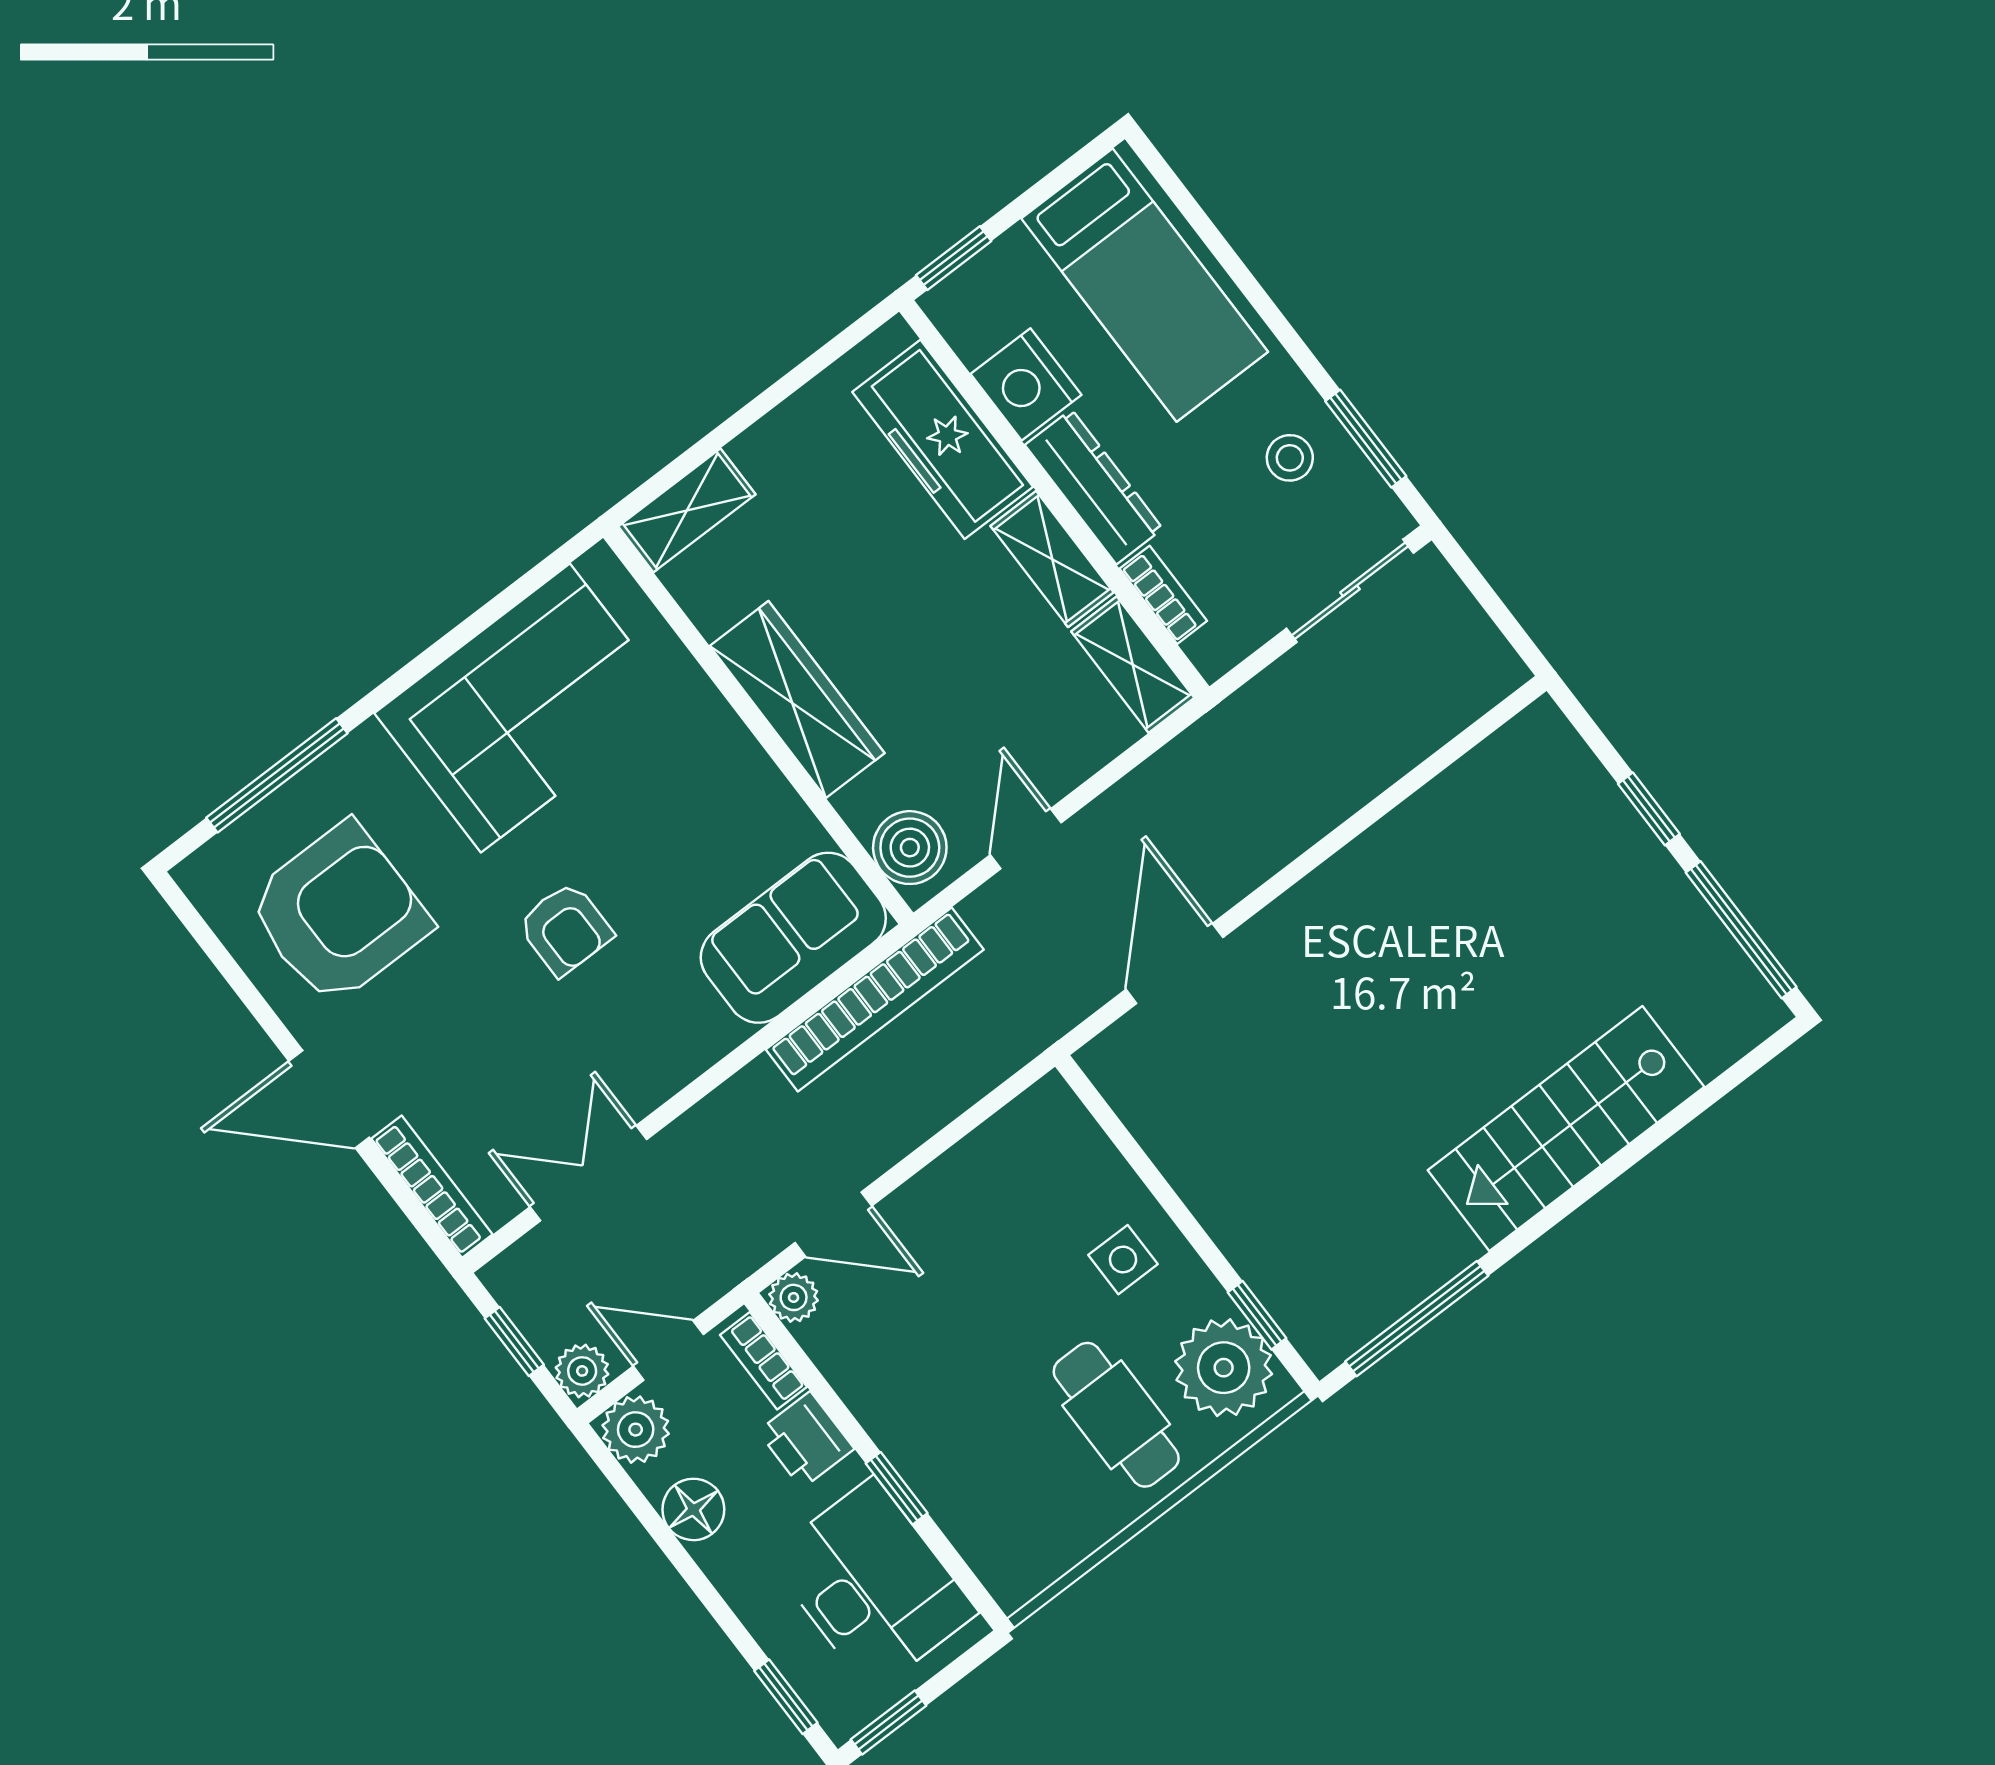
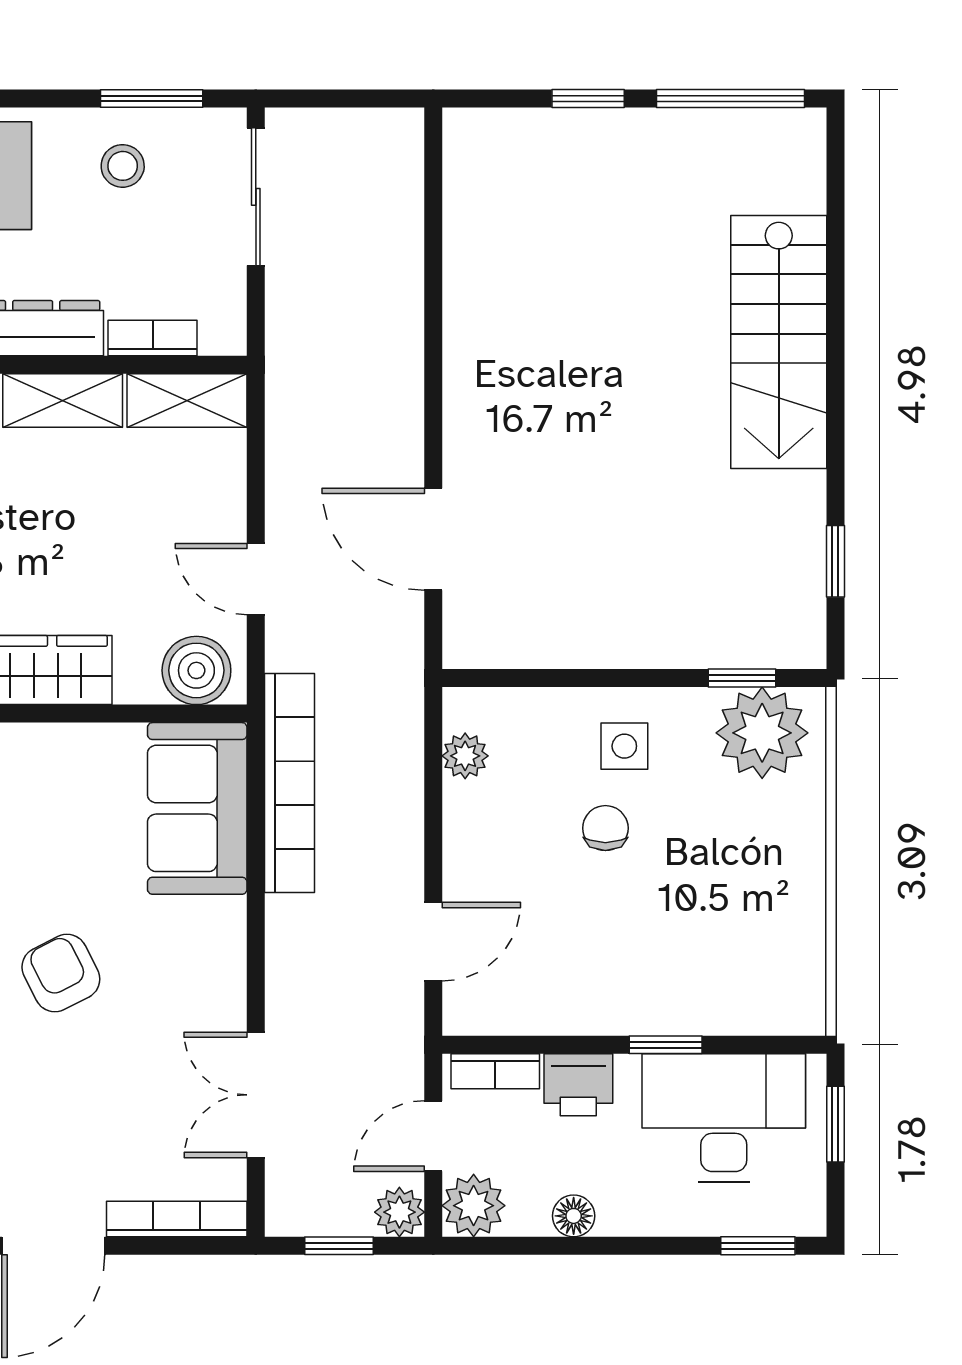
armchair: (565, 929) -> (61, 973), turned -117
plant: (794, 1297) -> (465, 756), moved
chair: (1041, 1297) -> (605, 828), added
window: (1417, 1319) -> (835, 561), width x0.46
cafe table: (1116, 1415) -> (736, 840), removed
floor lamp: (693, 1509) -> (574, 1216), width x0.73, depth x0.73
window: (889, 1722) -> (835, 1124), moved

